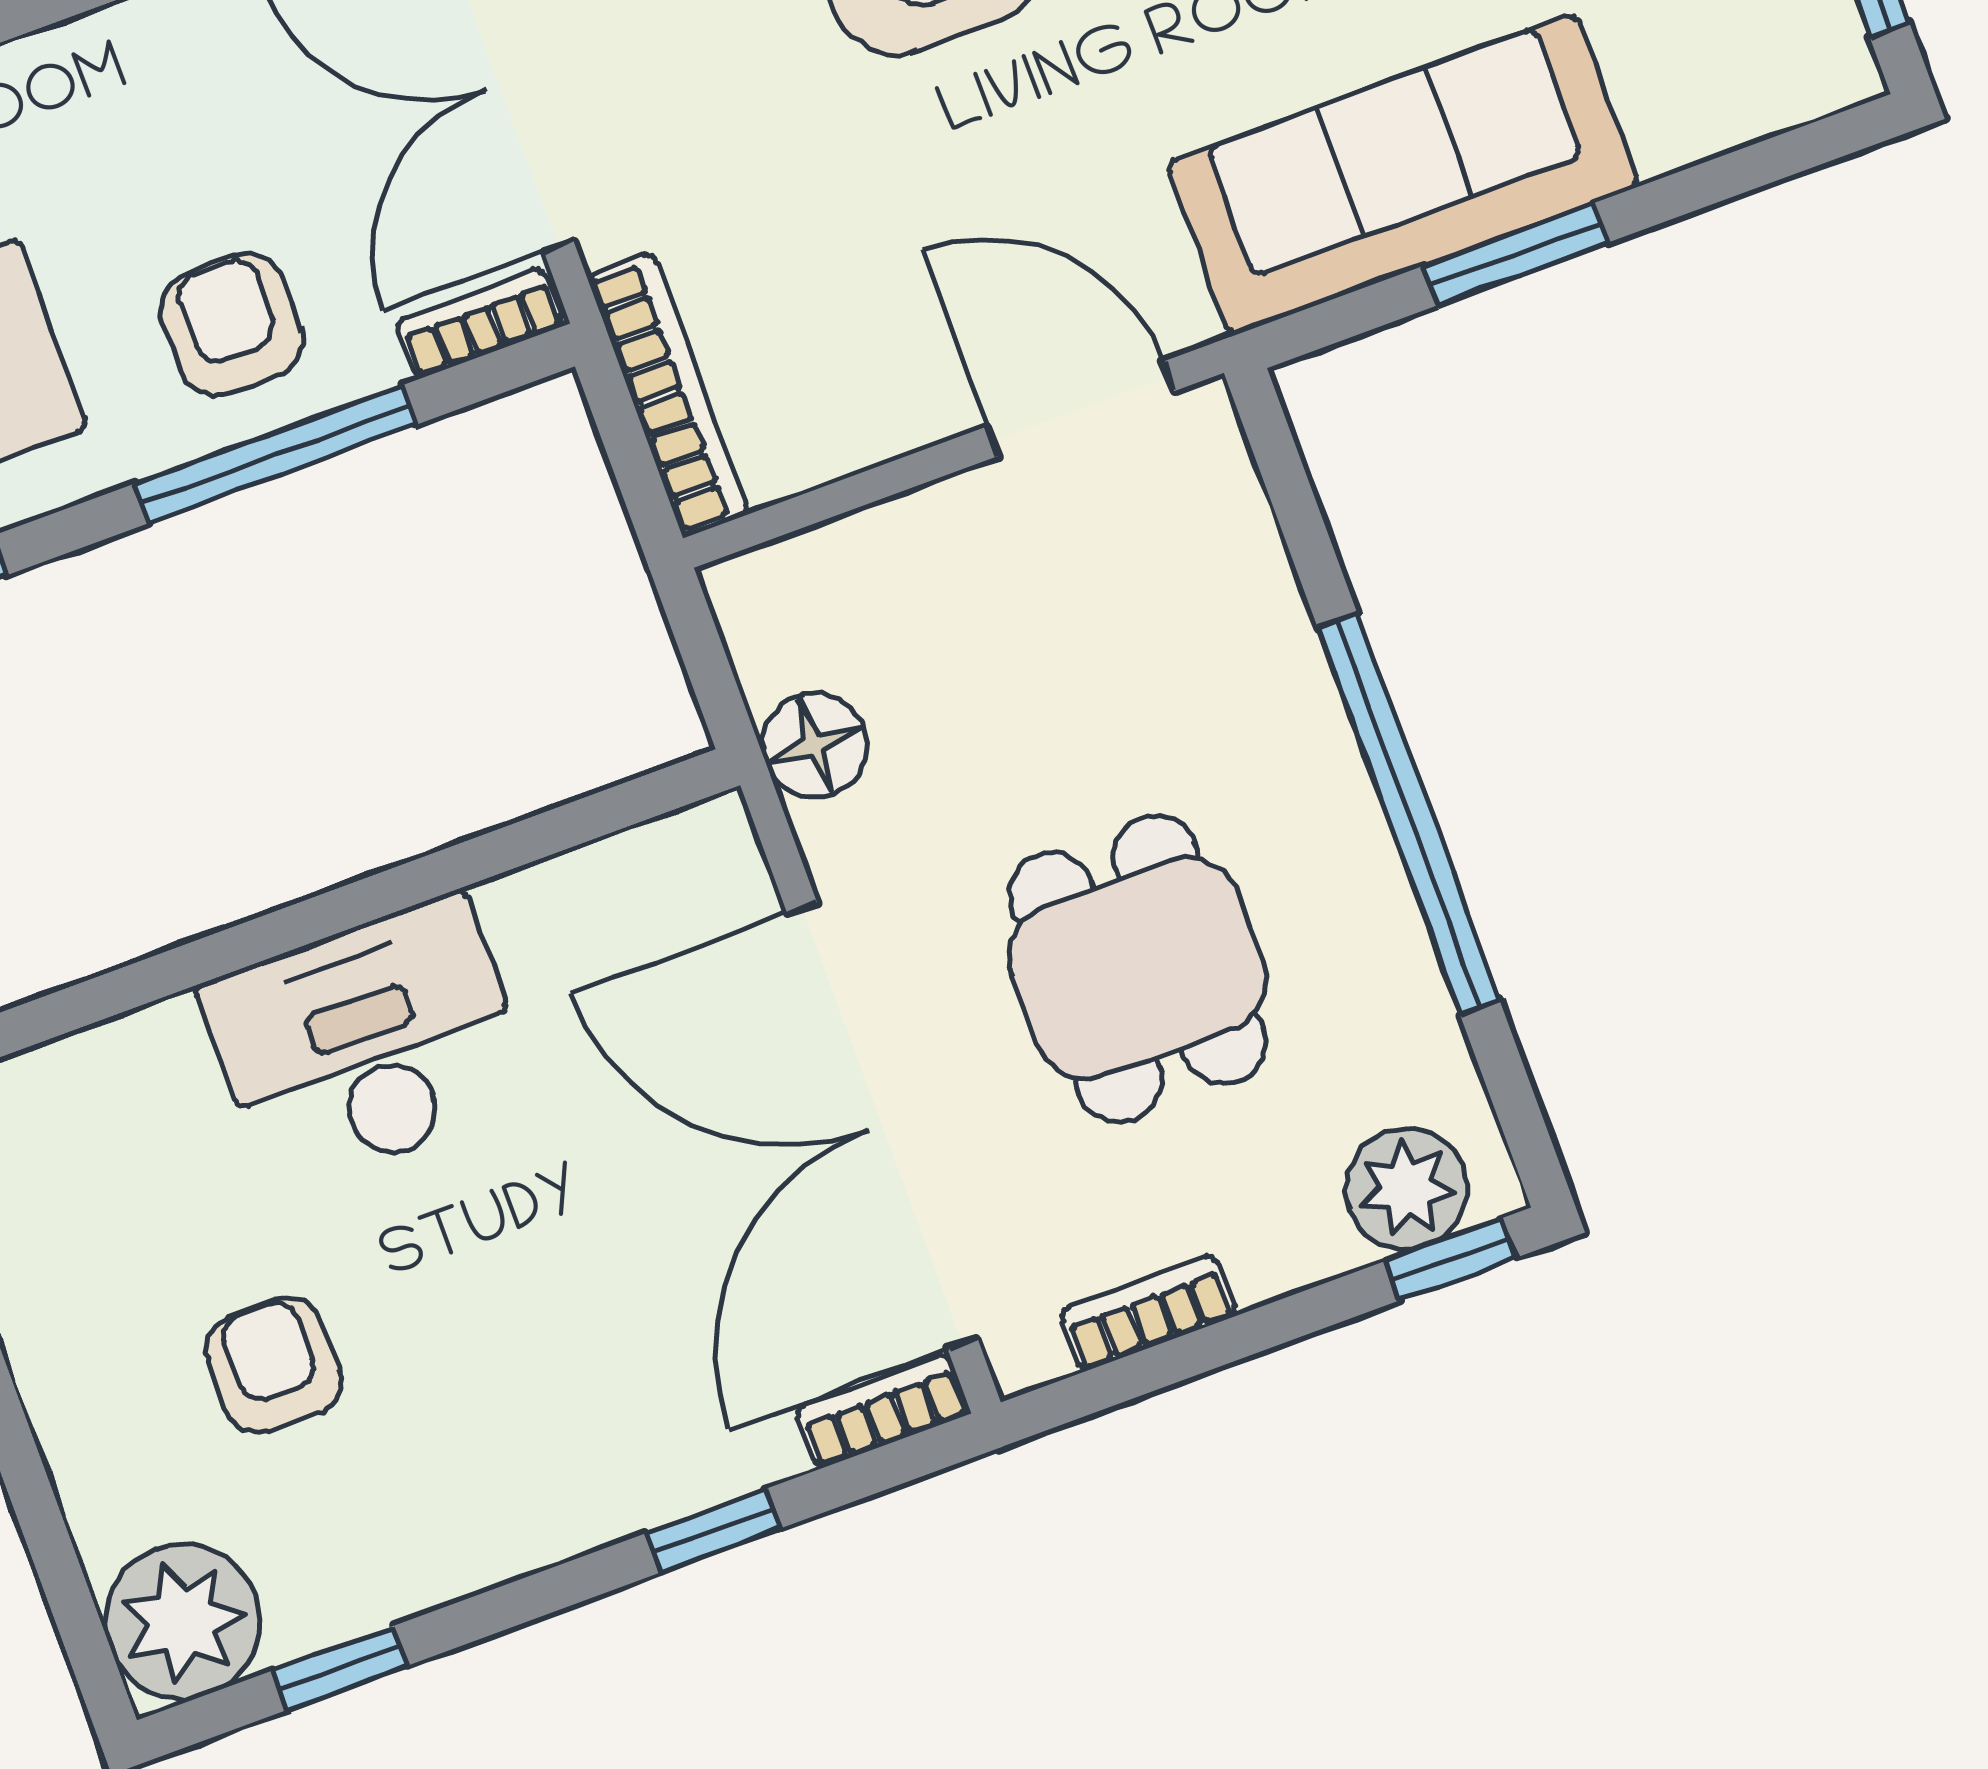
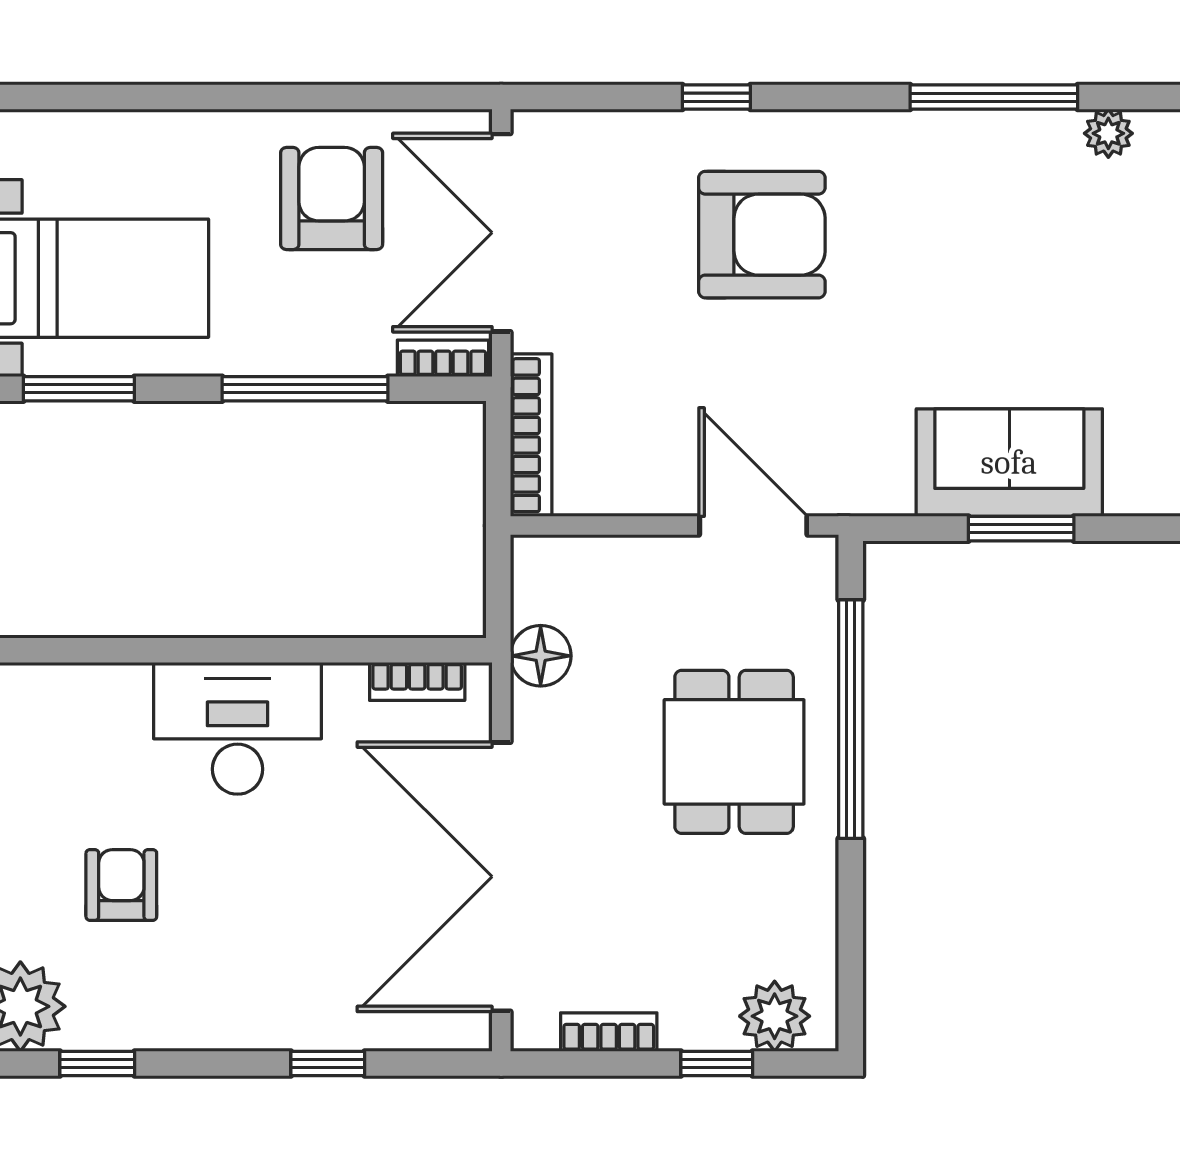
sofa: (1403, 175) -> (1009, 463), width x0.73
armchair: (232, 325) -> (332, 199), moved, width x1.38, depth x1.38
window: (1409, 815) -> (851, 719), moved
dining table: (1138, 968) -> (734, 752), moved
window: (1450, 1260) -> (717, 1063), moved
bookcase: (883, 1411) -> (417, 681), moved, turned 180

